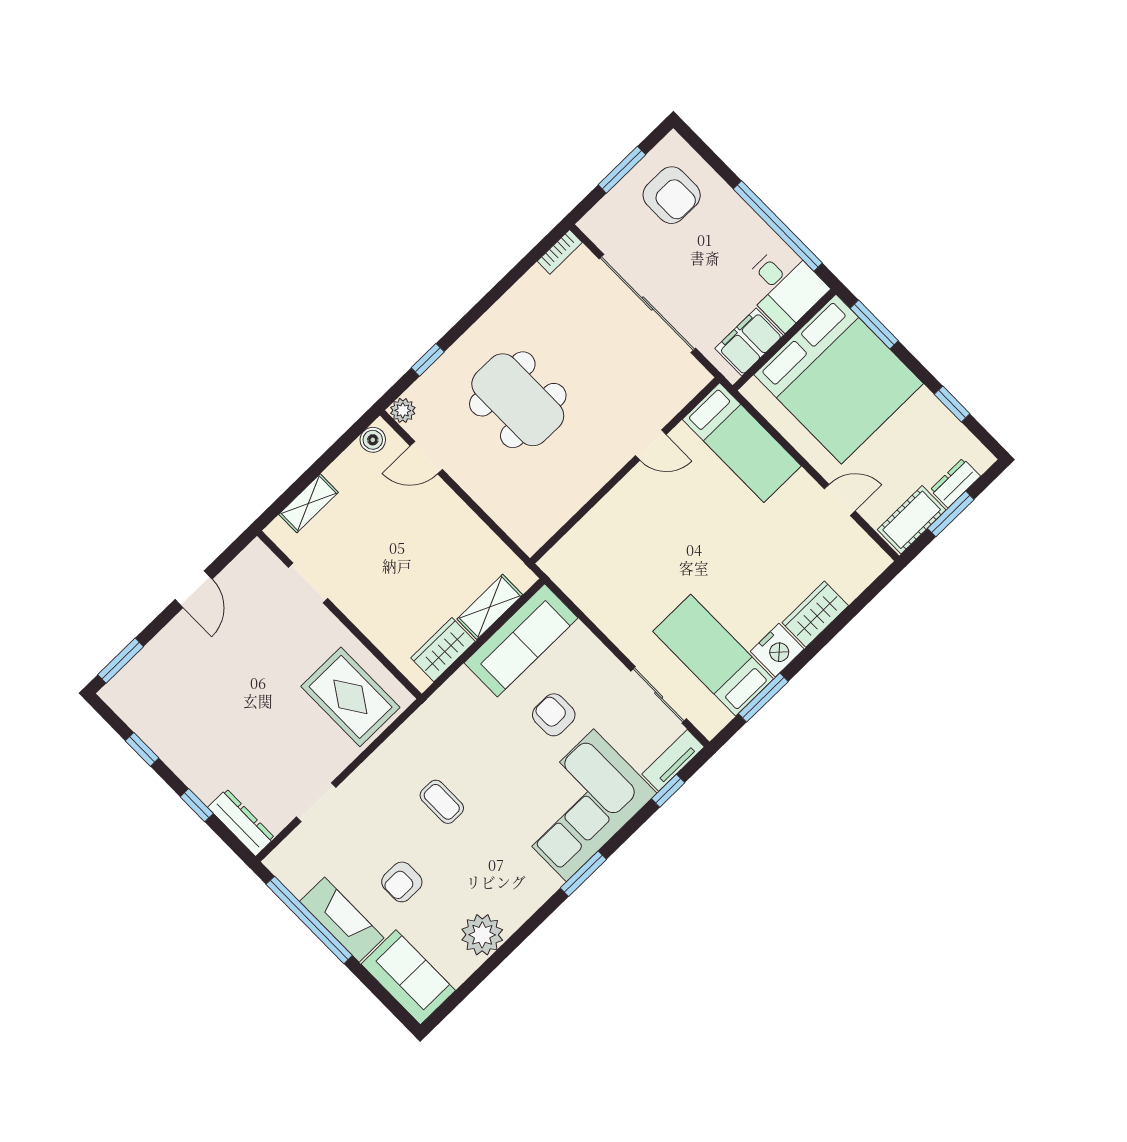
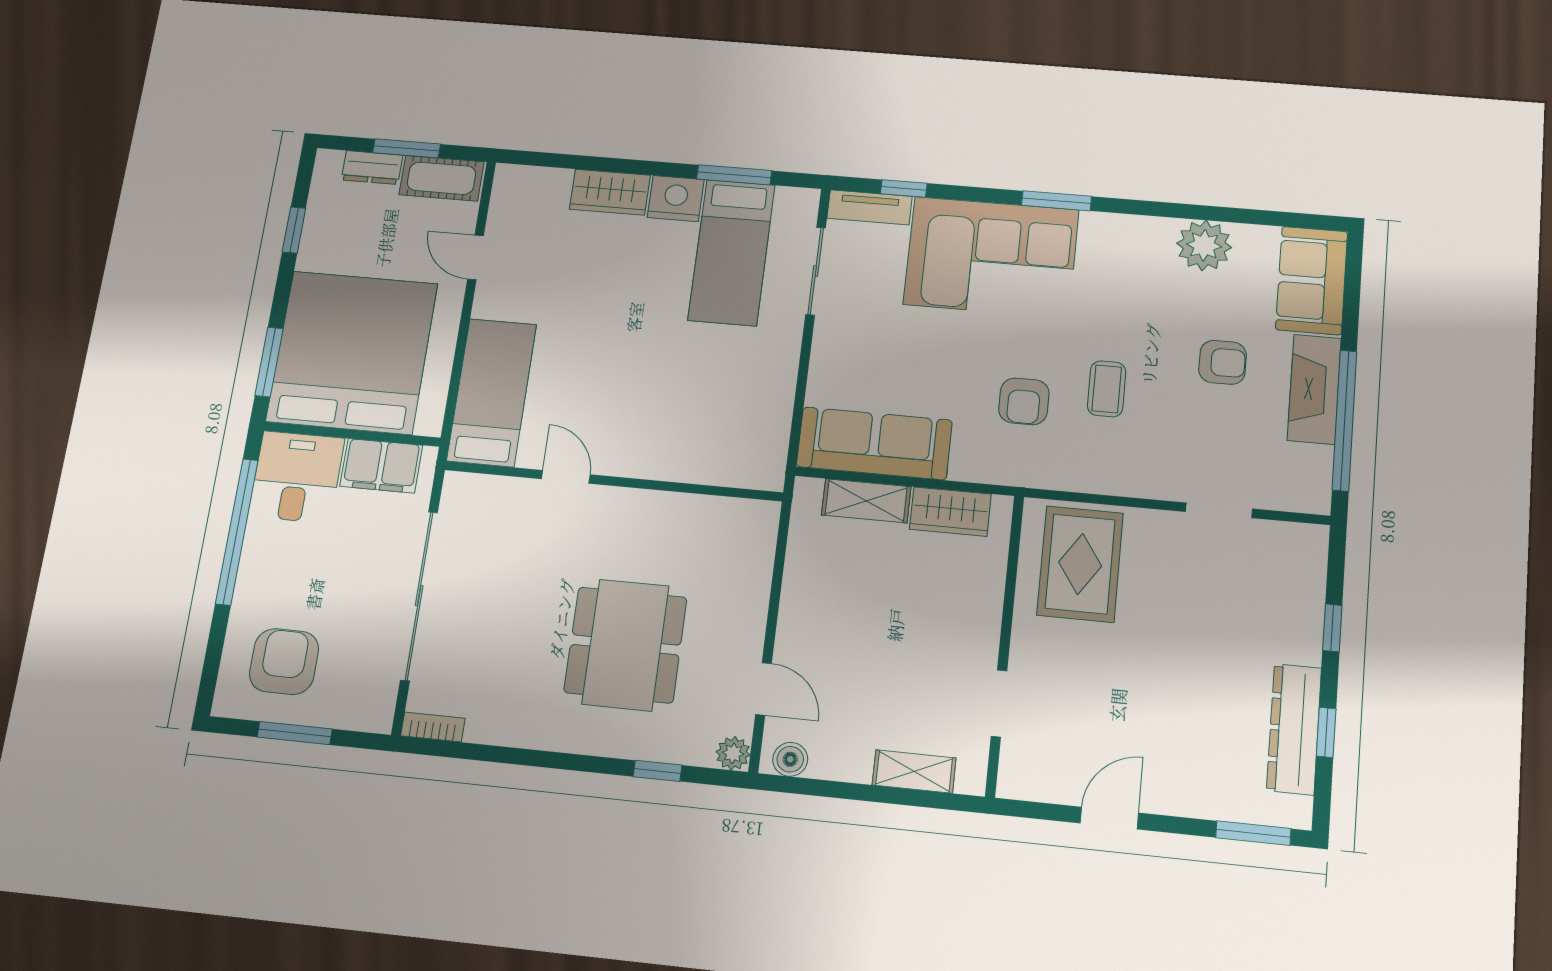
armchair: (554, 715) -> (1024, 401), moved
dresser: (241, 823) -> (1294, 729), moved, width x1.37, depth x1.24

